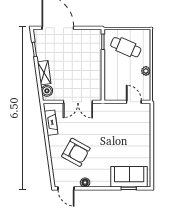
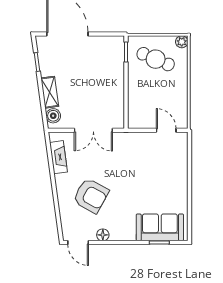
plant: (146, 71) -> (182, 42), moved

